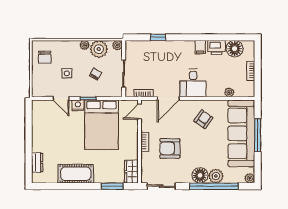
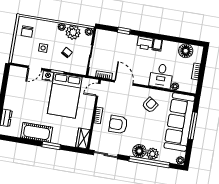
printer: (217, 48) -> (145, 43), moved
desk: (193, 83) -> (161, 76), moved
door: (61, 98) -> (35, 68), hinge flipped
door: (168, 98) -> (124, 83), swing flipped
window: (112, 186) -> (51, 146), moved

